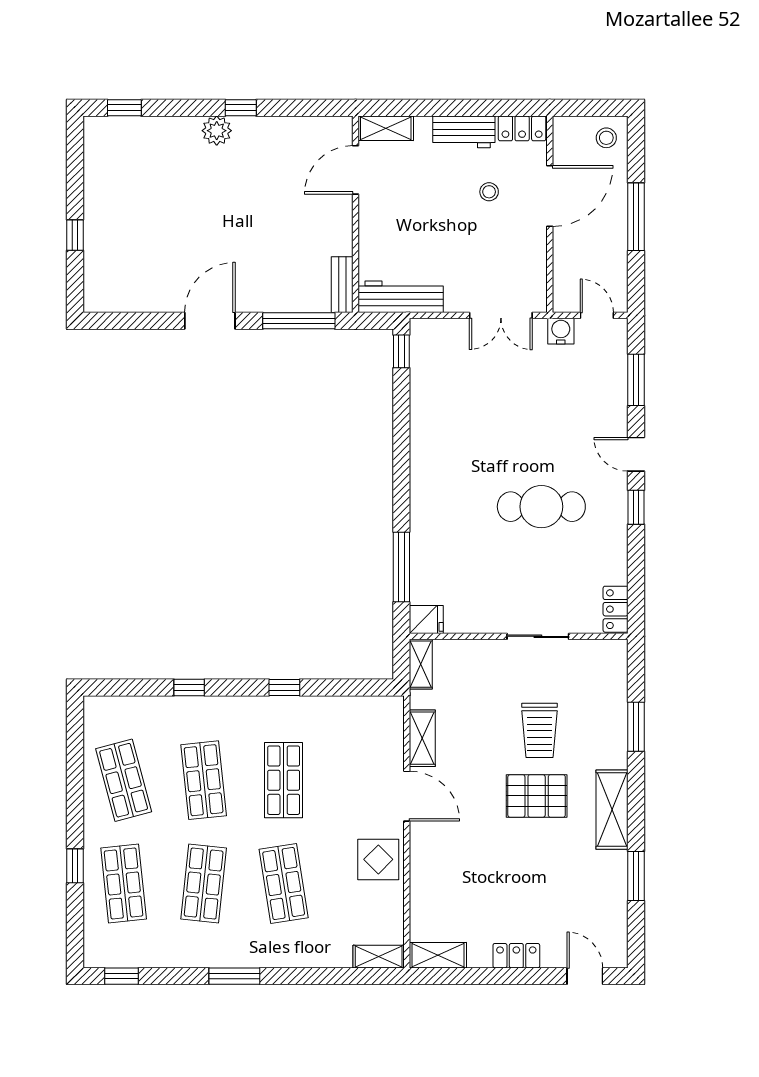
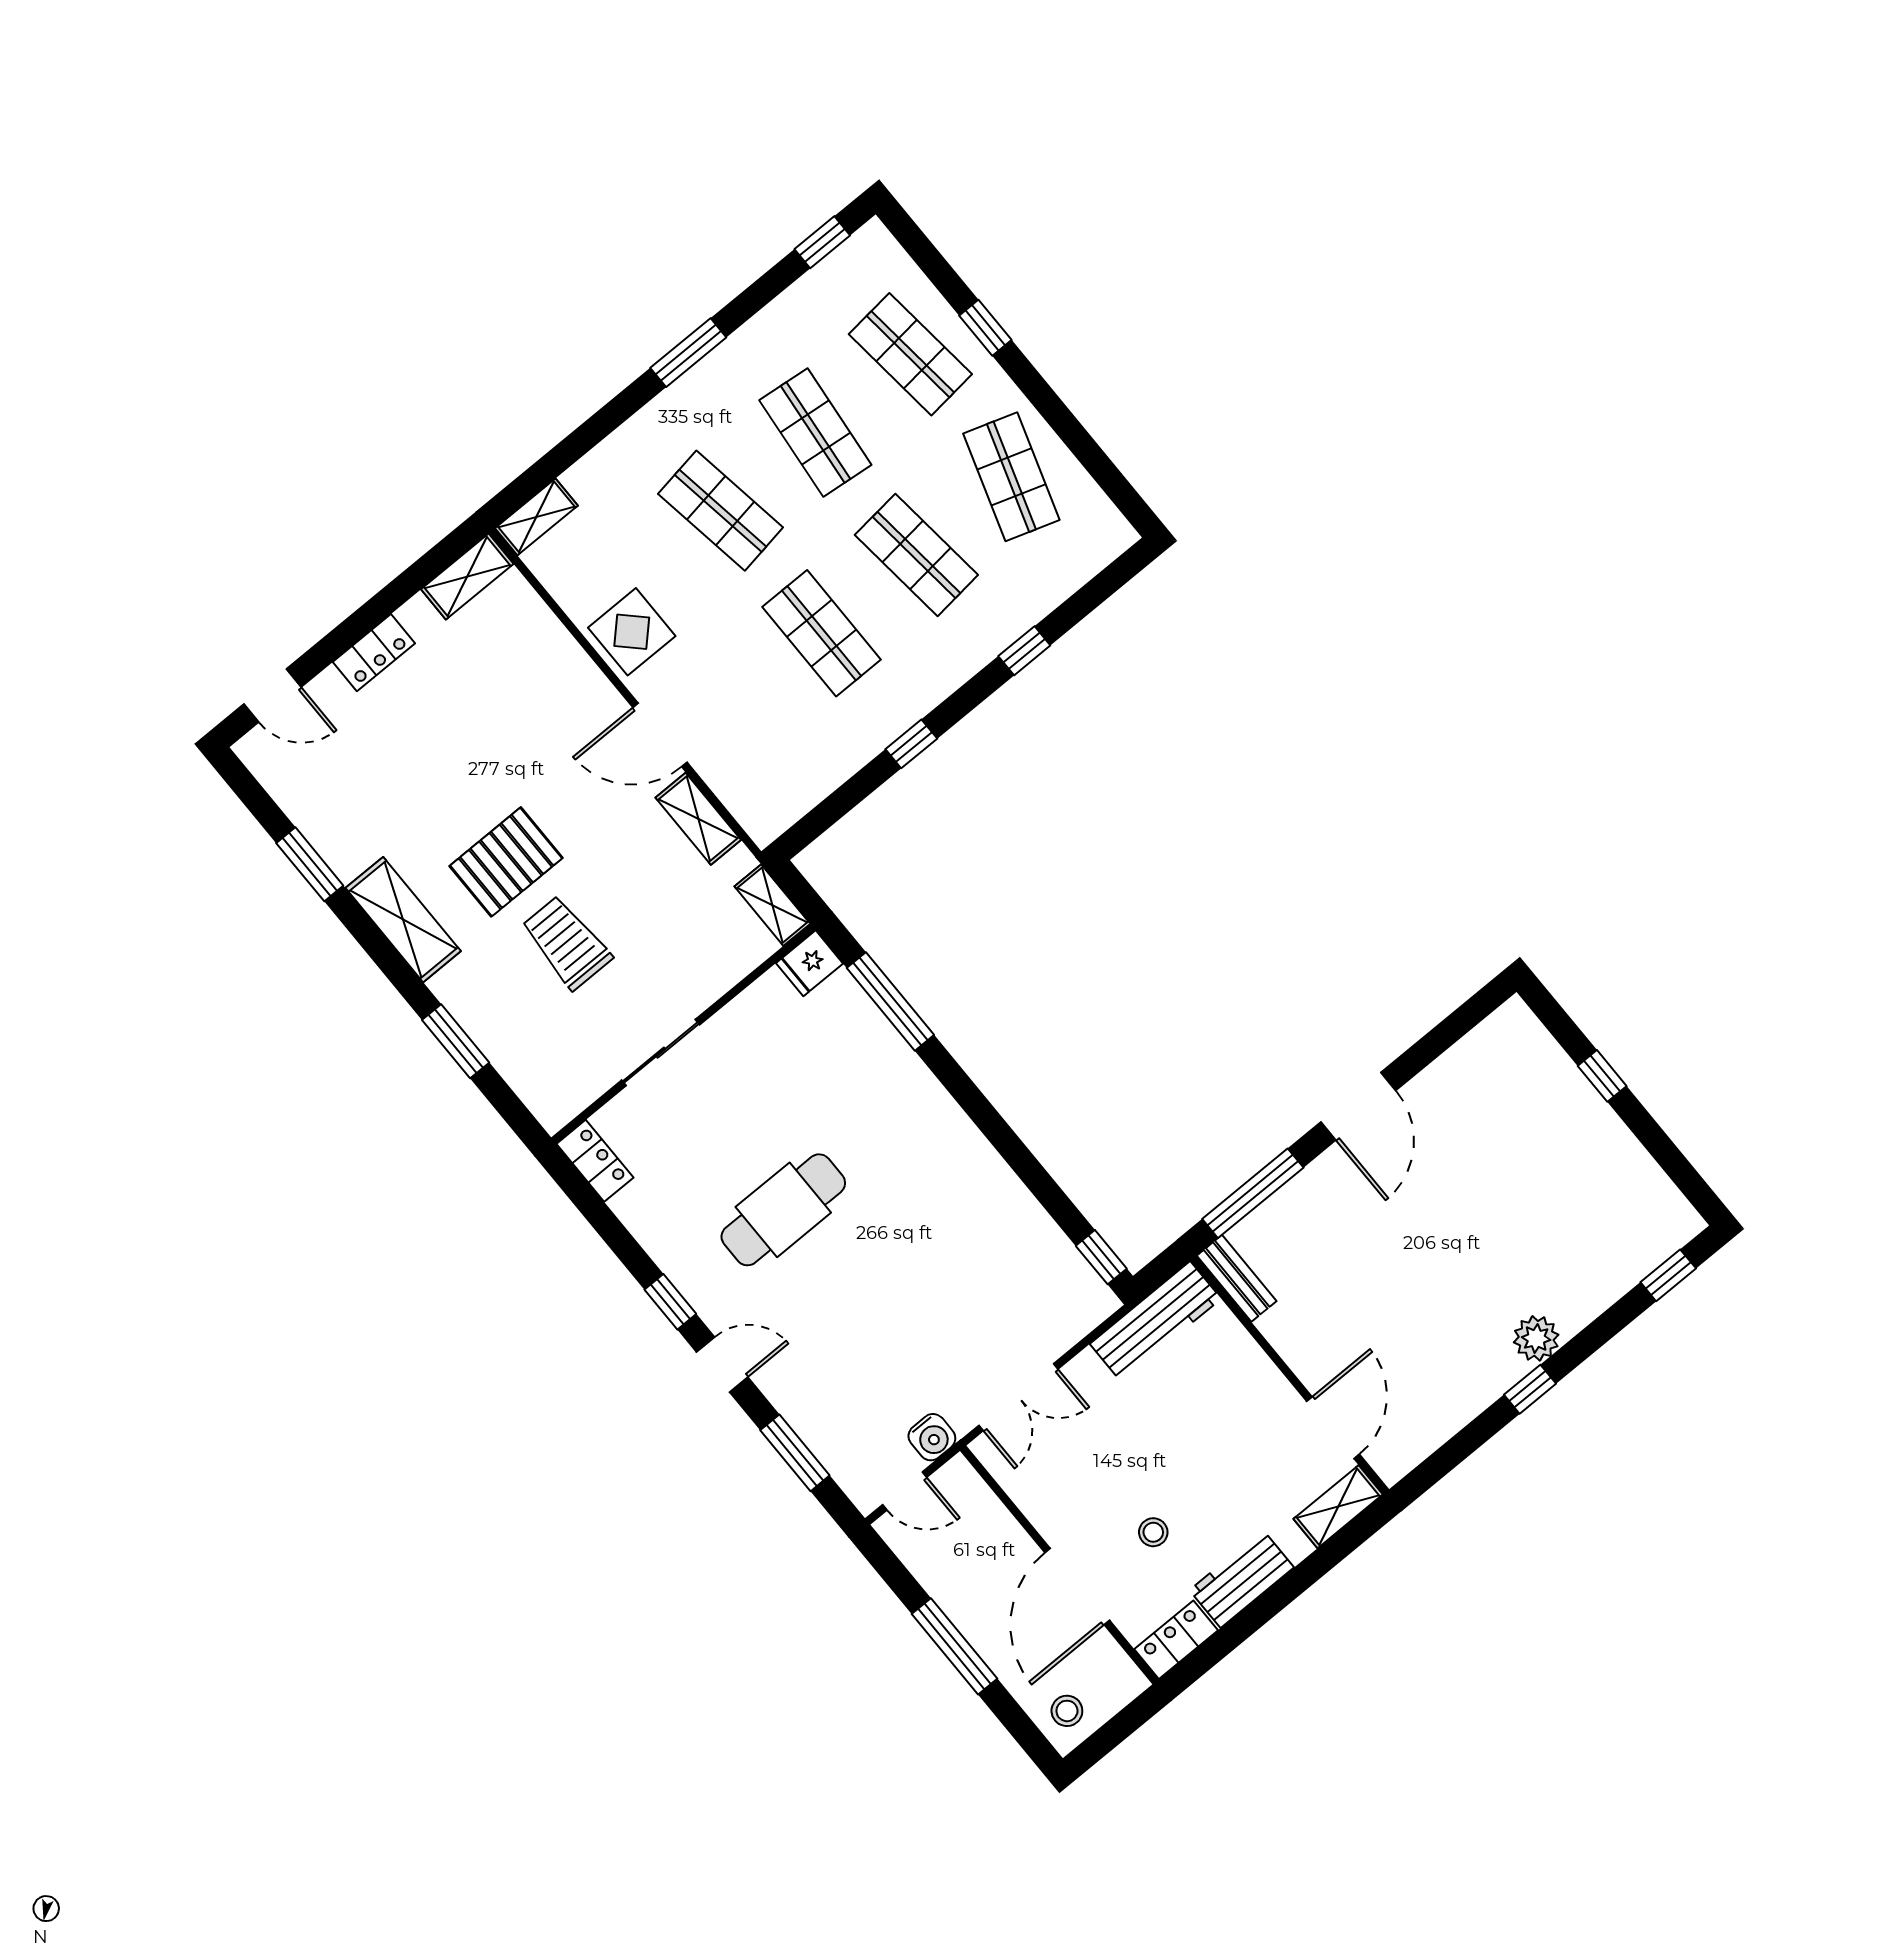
double door: (501, 315) -> (1018, 1397), swing flipped
shop shelf: (124, 780) -> (1011, 477), turned 33

